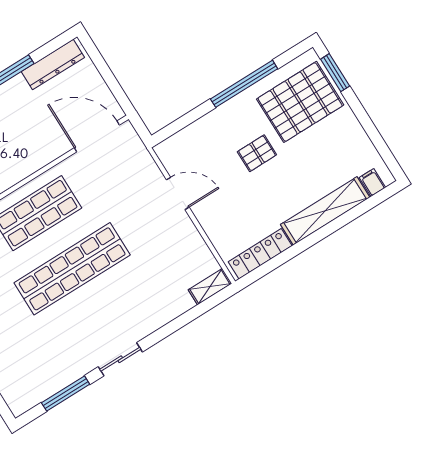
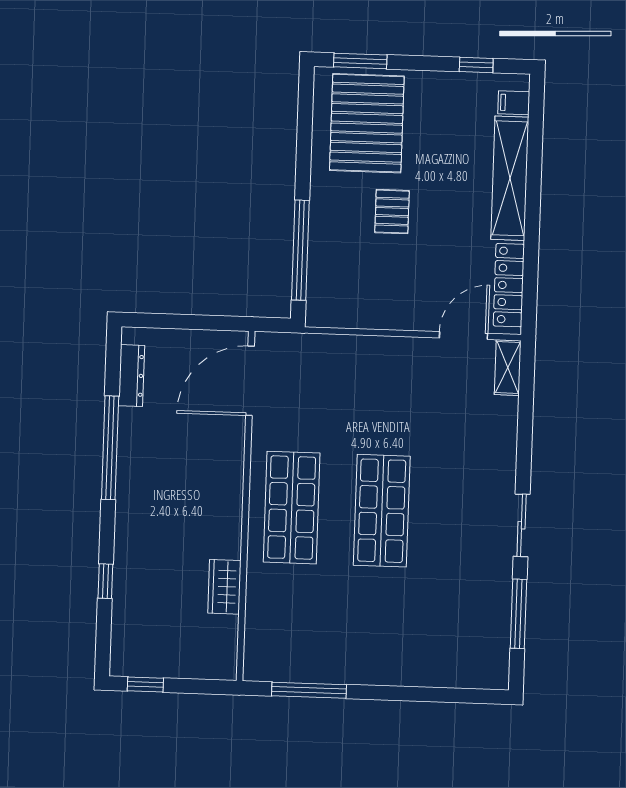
dresser: (53, 64) -> (132, 376), width x0.73, depth x0.80
window: (244, 84) -> (300, 250), moved
window: (380, 144) -> (476, 65), added
door: (178, 193) -> (464, 336), moved
shop shelf: (72, 269) -> (382, 511), width x0.71

